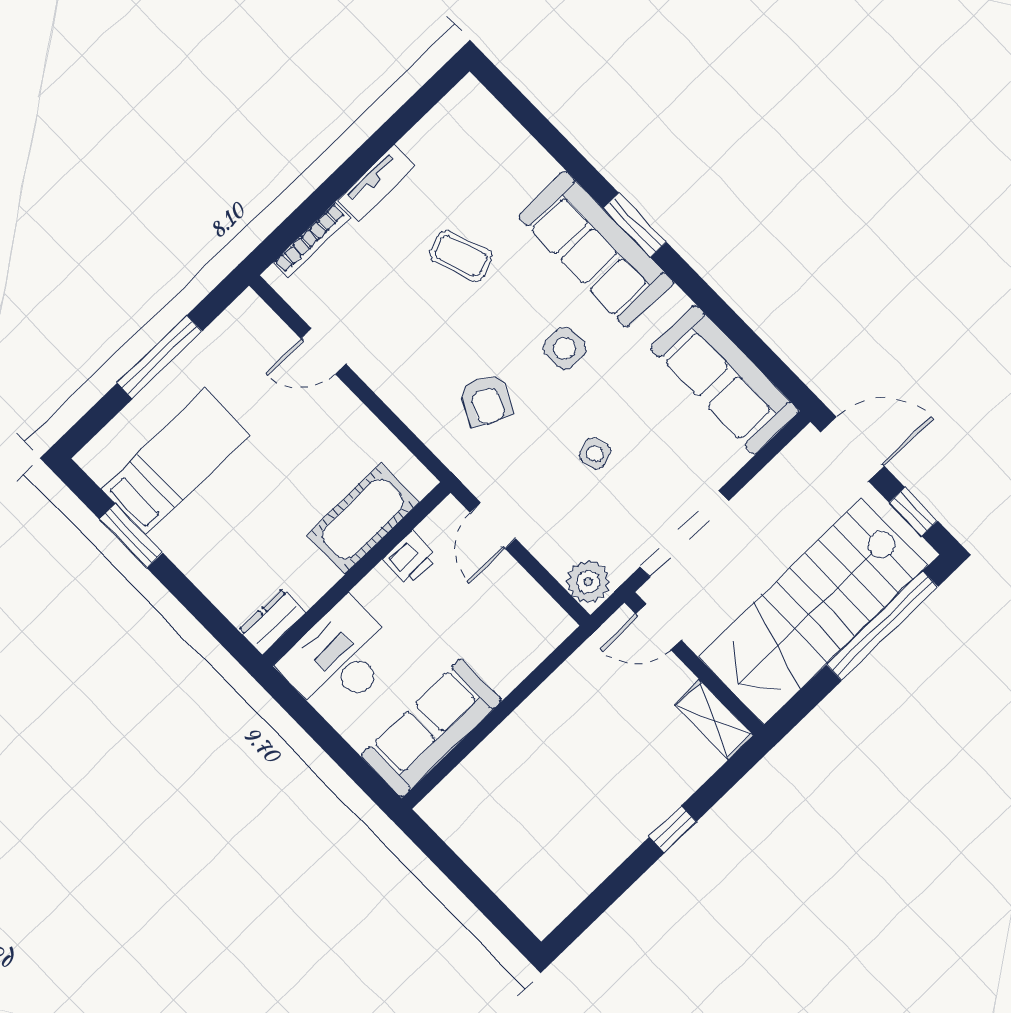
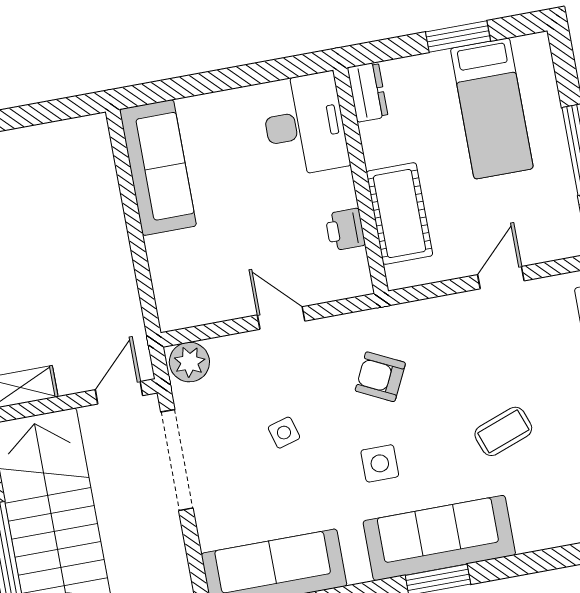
cot: (363, 519) -> (400, 214), moved
printer: (410, 558) -> (345, 230), moved
wall: (356, 574) -> (361, 181), moved
dresser: (272, 621) -> (368, 92), moved
desk: (340, 659) -> (305, 125), moved

